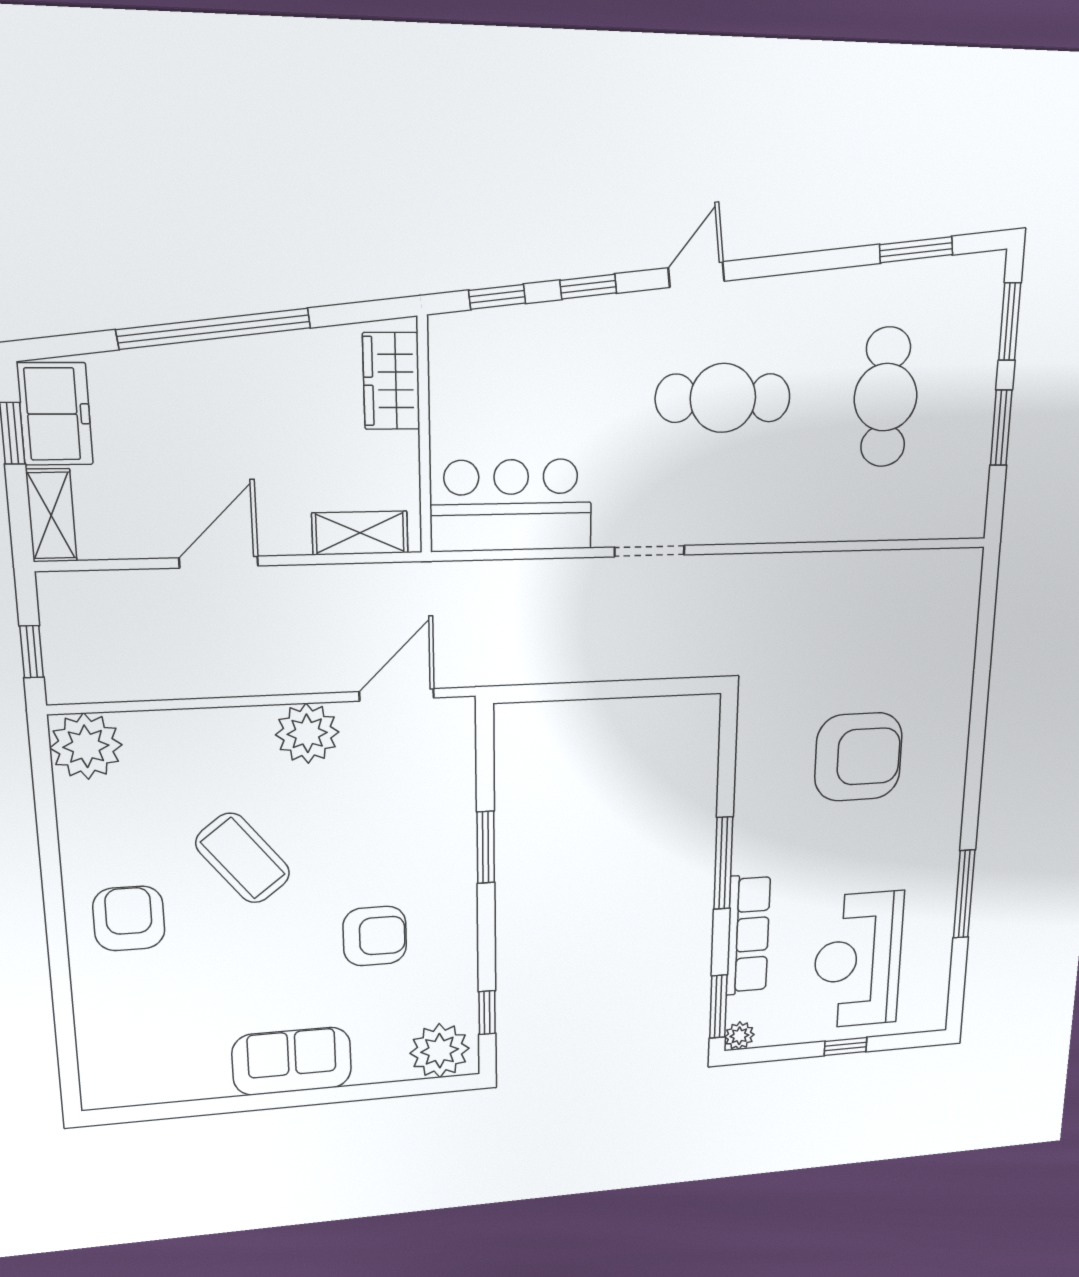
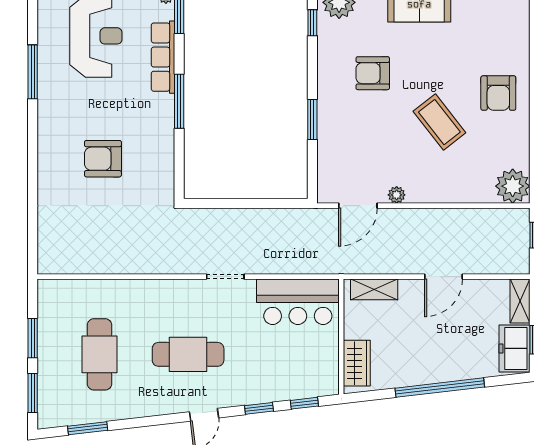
plant: (307, 733) -> (397, 195), width x0.53, depth x0.53
armchair: (858, 757) -> (103, 159), width x0.73, depth x0.73

